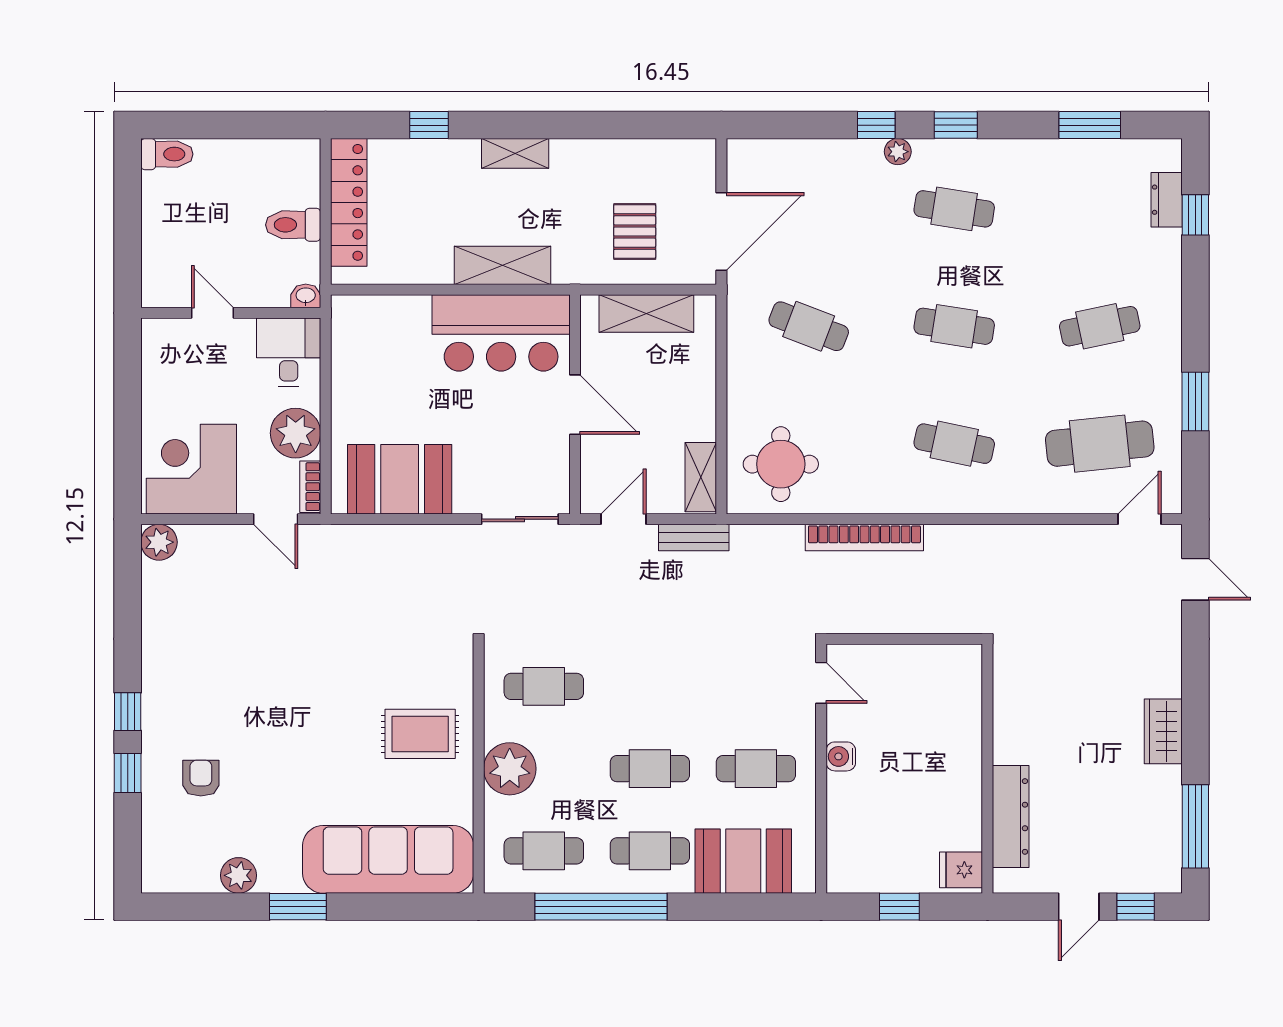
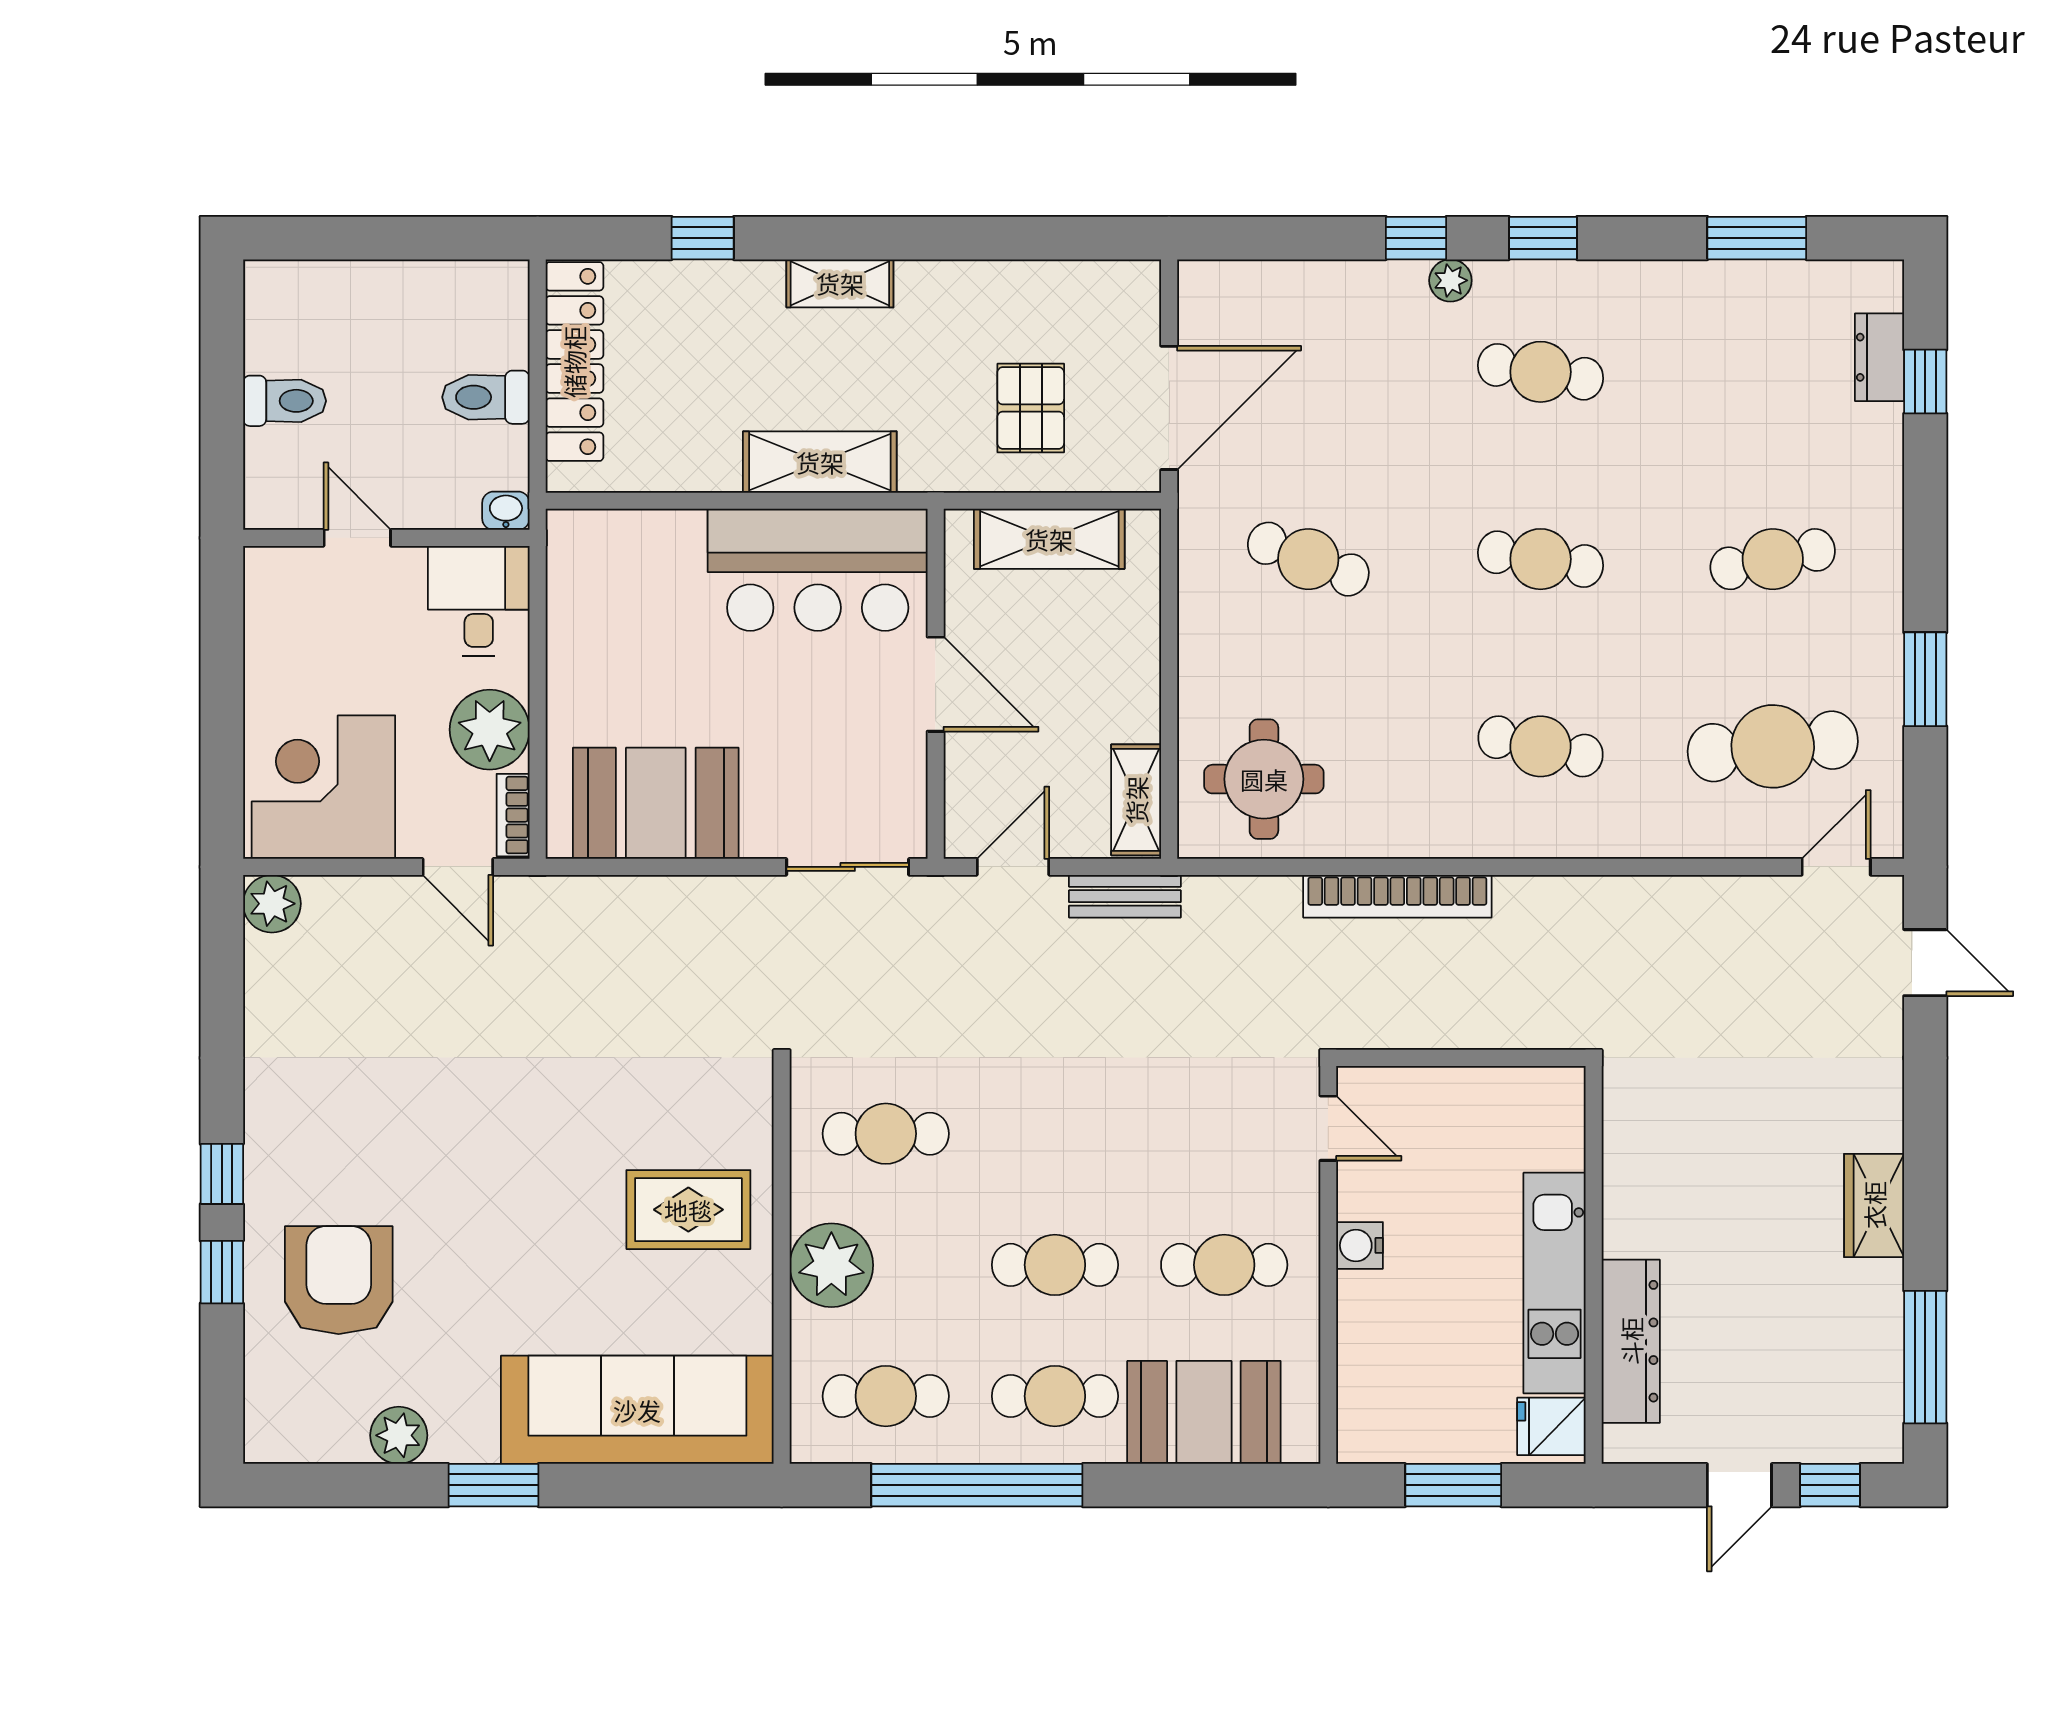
toilet: (167, 154) -> (285, 401), moved
armchair: (201, 778) -> (339, 1280), width x1.88, depth x1.88
kitchen unit: (963, 780) -> (1555, 1283), added
window: (899, 907) -> (1453, 1485), width x1.50

